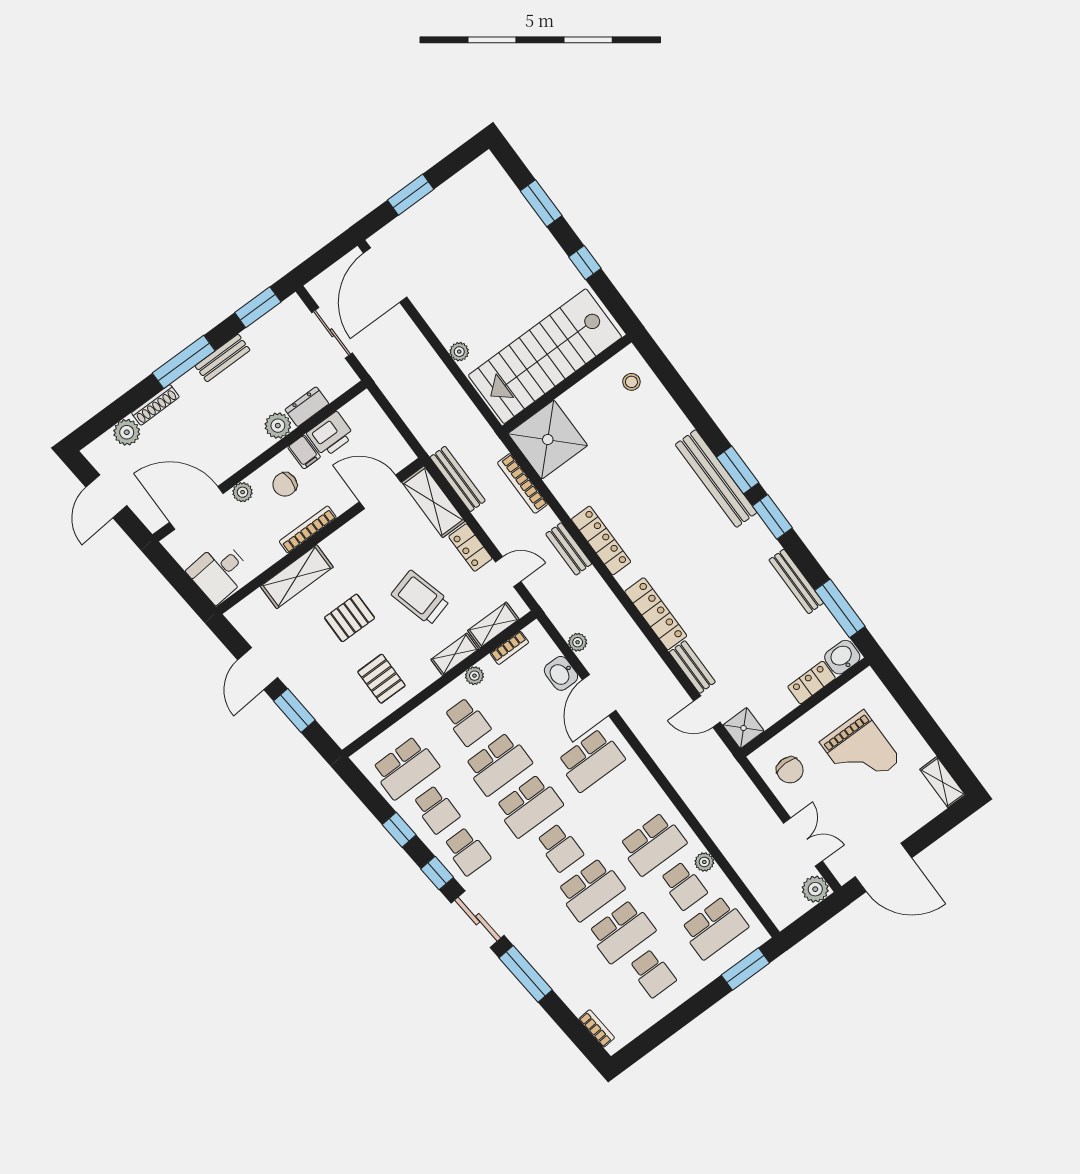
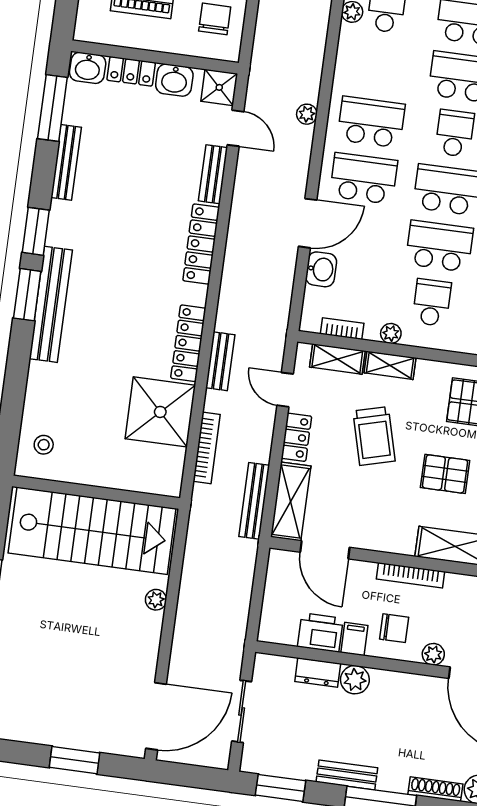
shower: (548, 440) -> (160, 412), moved
plant: (578, 642) -> (307, 114), moved
washbasin: (778, 704) -> (174, 80), added
school desk: (653, 844) -> (371, 122), moved

